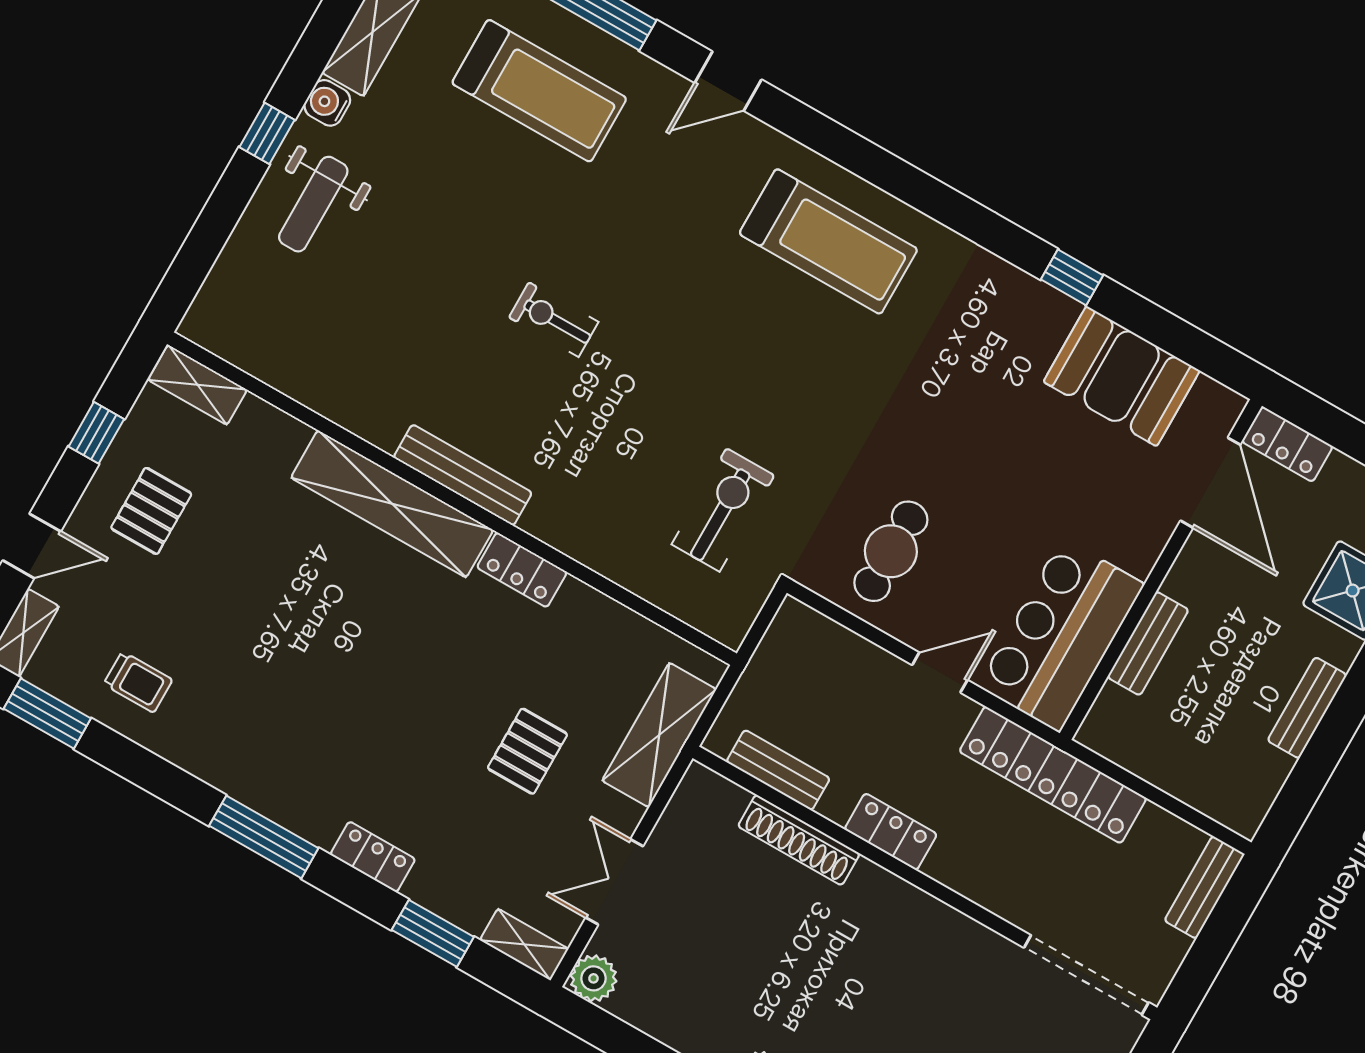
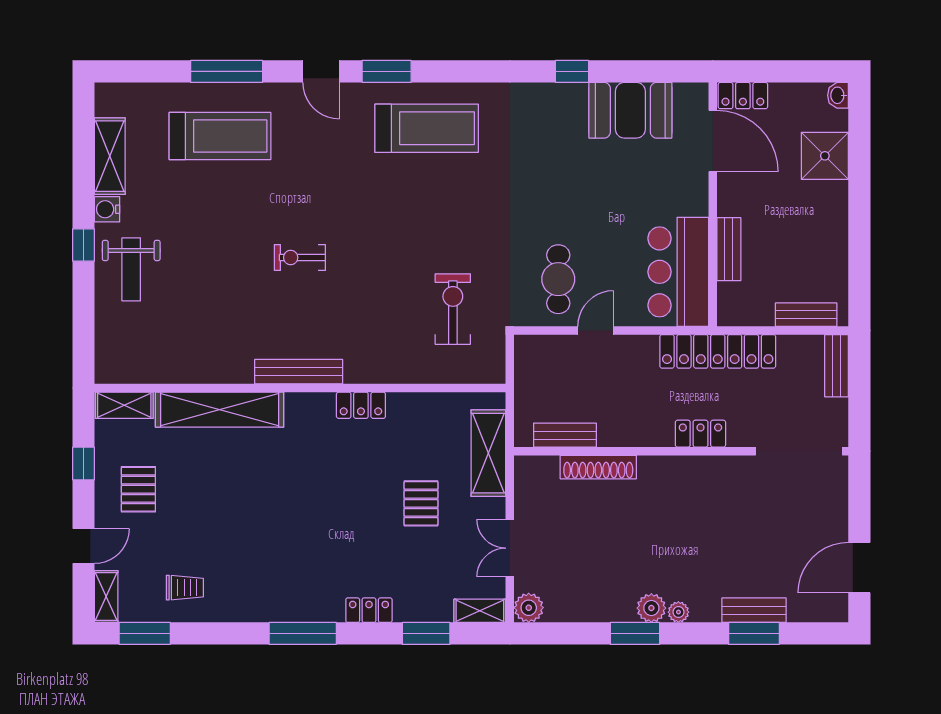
door: (728, 81) -> (321, 71), hinge flipped
window: (818, 133) -> (387, 71), added
shelving: (392, 504) -> (220, 410), moved
door: (940, 672) -> (596, 331), moved
bench: (1307, 708) -> (806, 315), moved, turned 90
locker: (891, 832) -> (700, 434), moved

